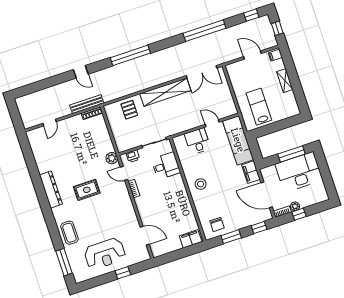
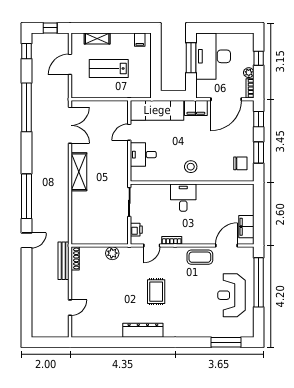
filing cabinet: (275, 55) -> (140, 40), moved
door: (81, 72) -> (27, 240), moved
shelving: (285, 81) -> (97, 38), moved
shelving: (165, 92) -> (79, 172), width x0.68
lab bench: (259, 107) -> (109, 68), moved
pallet: (129, 110) -> (85, 217), removed
door: (50, 122) -> (70, 308), hinge flipped
plant: (112, 158) -> (112, 253), moved
desk: (166, 166) -> (183, 198), moved
window: (299, 214) -> (259, 58), moved
coffee table: (69, 233) -> (200, 257), moved
filing cabinet: (191, 239) -> (246, 227), moved
reception desk: (105, 254) -> (232, 295), turned 180
window: (123, 273) -> (259, 282), width x3.17

